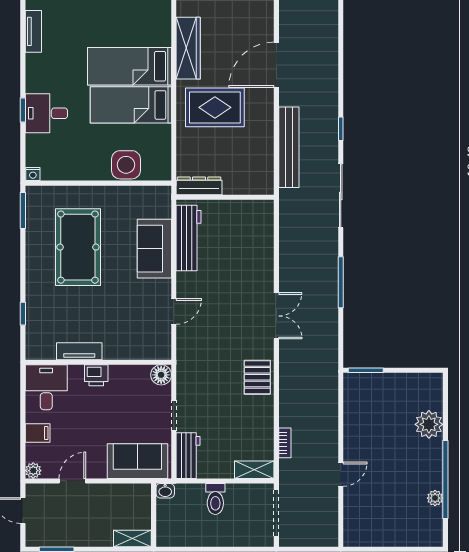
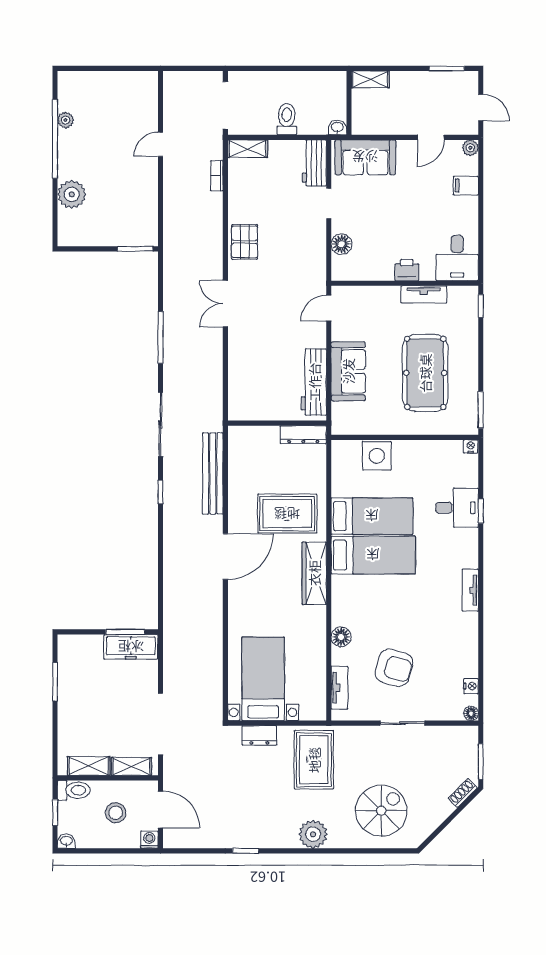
tv unit: (79, 351) -> (424, 294), moved
wall: (98, 362) -> (405, 283), moved
printer: (96, 375) -> (407, 270), moved
desk: (46, 387) -> (457, 258), moved

